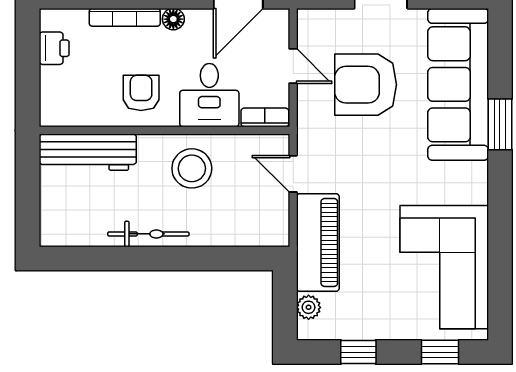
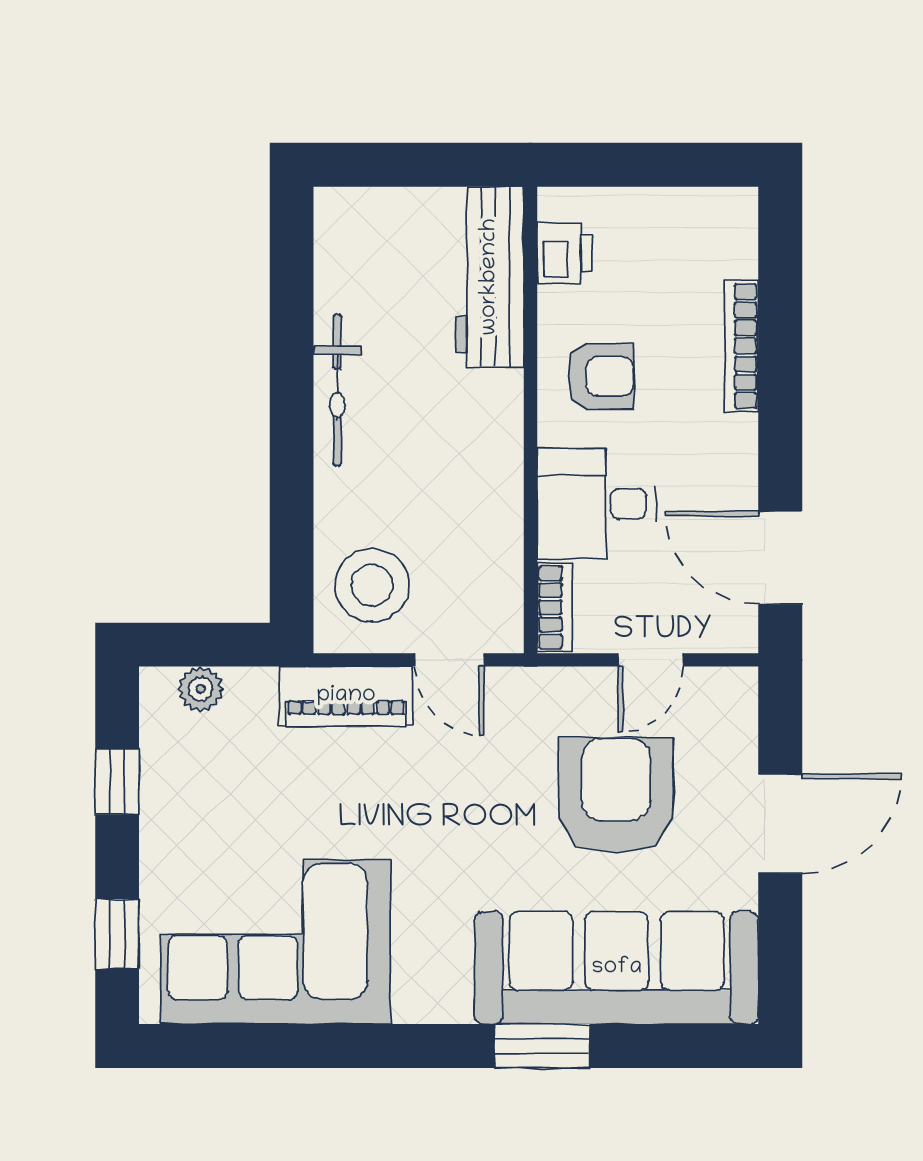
floor lamp: (173, 19) -> (738, 437), removed
printer: (54, 48) -> (565, 253), moved, turned -90
stool: (192, 168) -> (372, 585), moved
door: (293, 174) -> (450, 660), swing flipped
piano: (318, 242) -> (346, 696), width x0.73, depth x0.75

